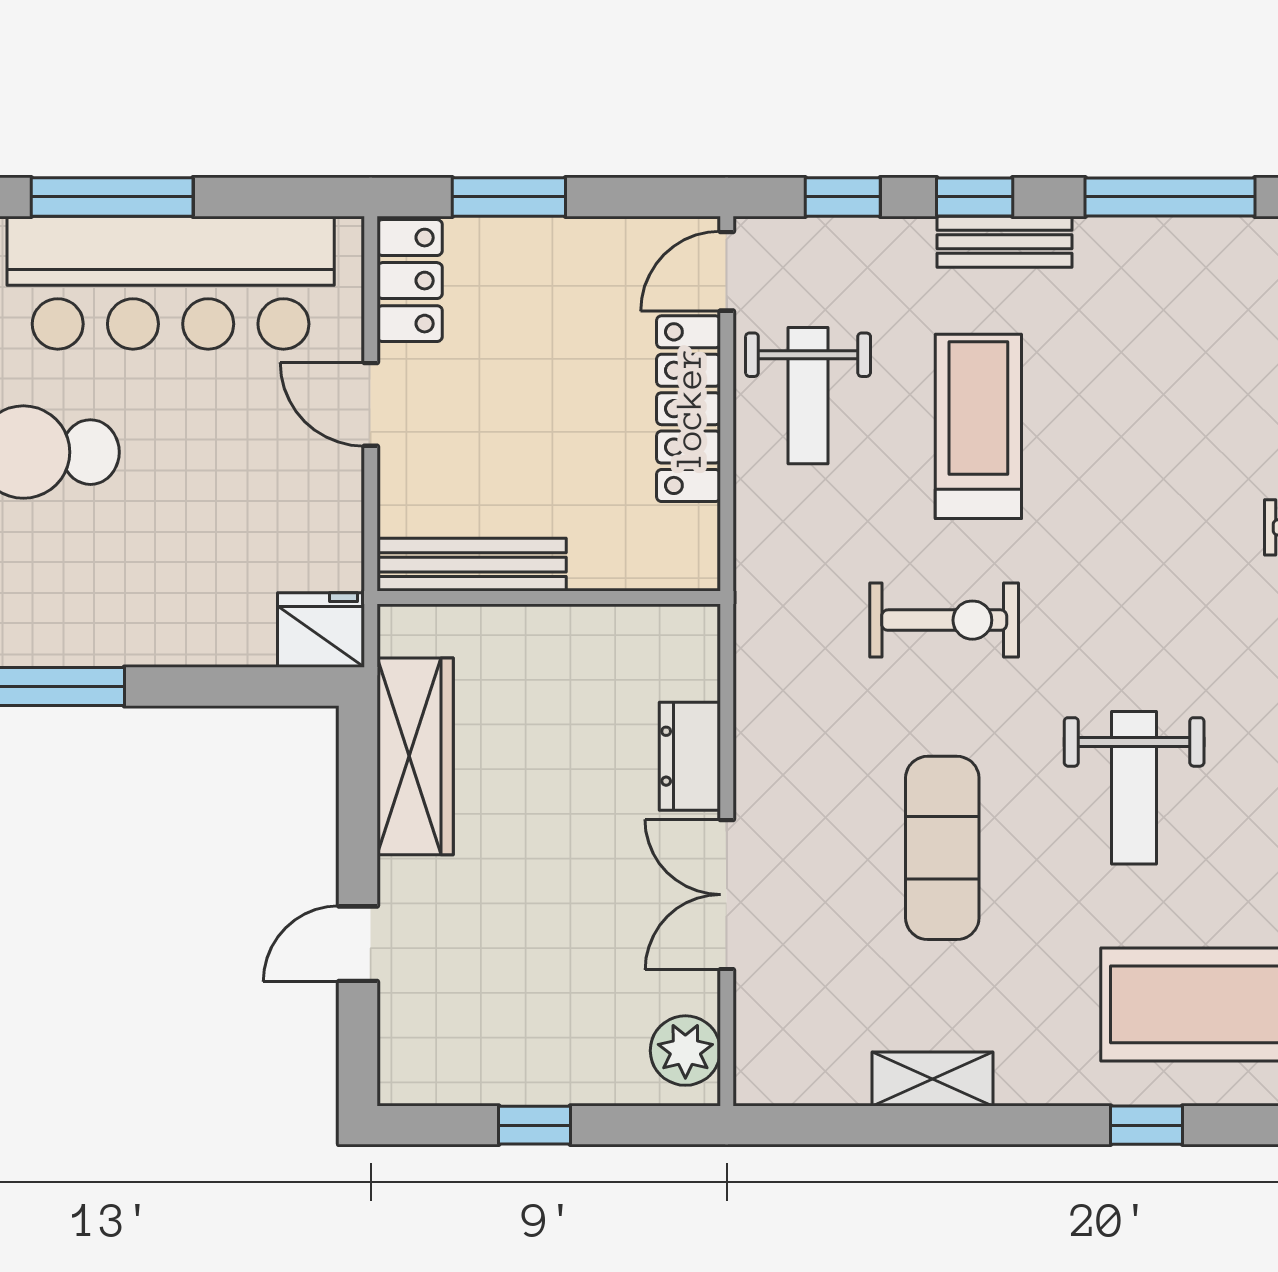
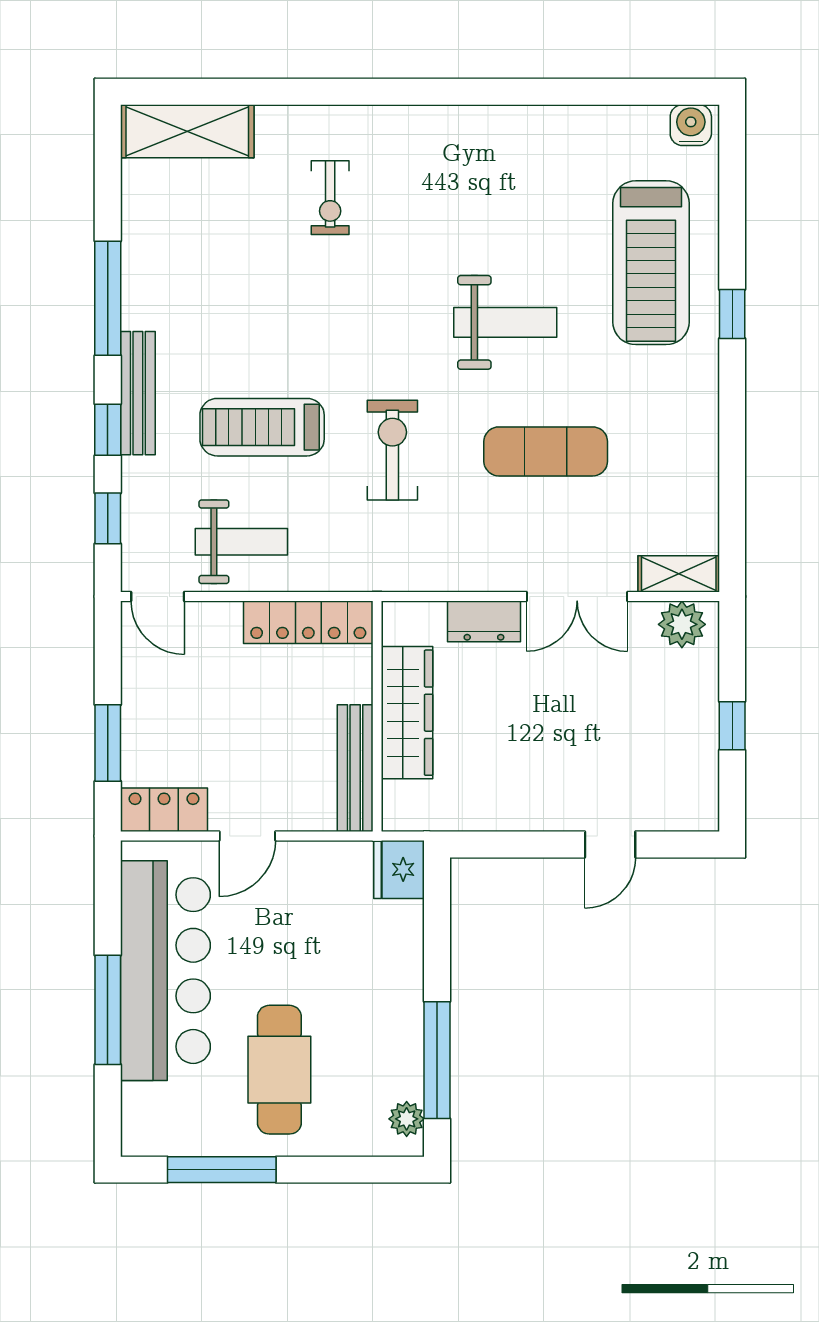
bench: (1004, 242) -> (138, 393), width x1.36
locker: (689, 409) -> (308, 622), moved
wardrobe: (415, 756) -> (407, 713), moved, turned 90
door: (358, 944) -> (610, 845), hinge flipped
shelving: (933, 1079) -> (679, 574), moved, turned 90

